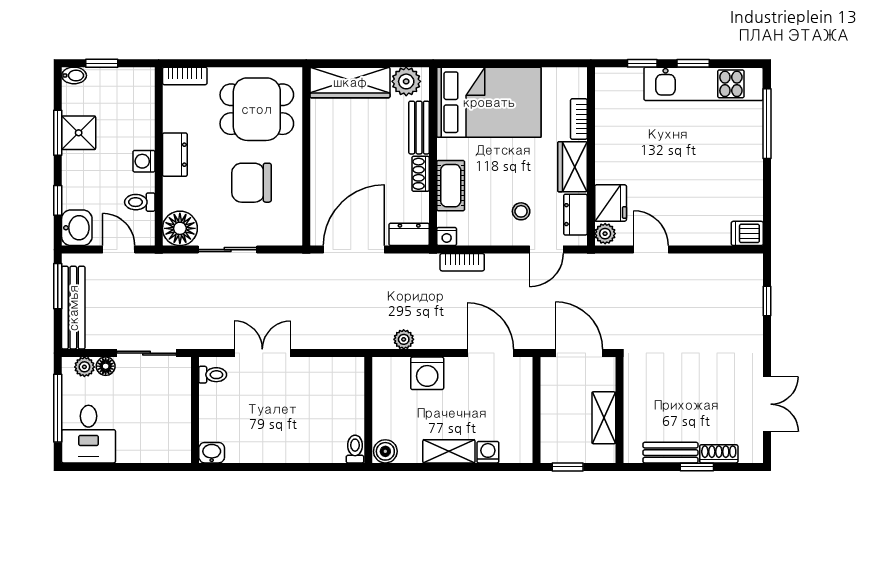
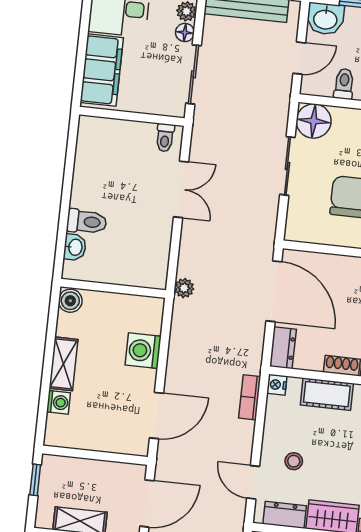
plant: (404, 339) -> (184, 288), moved
filing cabinet: (152, 445) -> (102, 70), added
toilet: (355, 449) -> (87, 222), moved, width x1.37, depth x1.39
washbasin: (212, 453) -> (75, 247), moved

